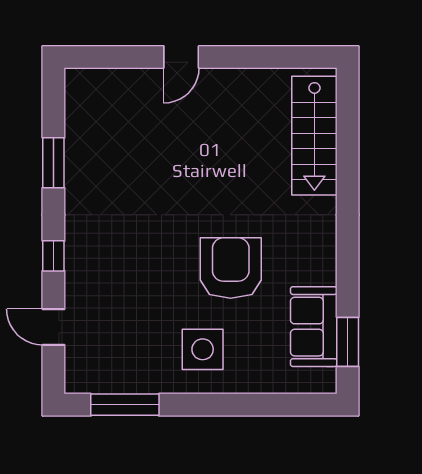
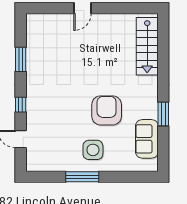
window: (348, 342) -> (163, 114), moved
window: (125, 405) -> (82, 177), moved

